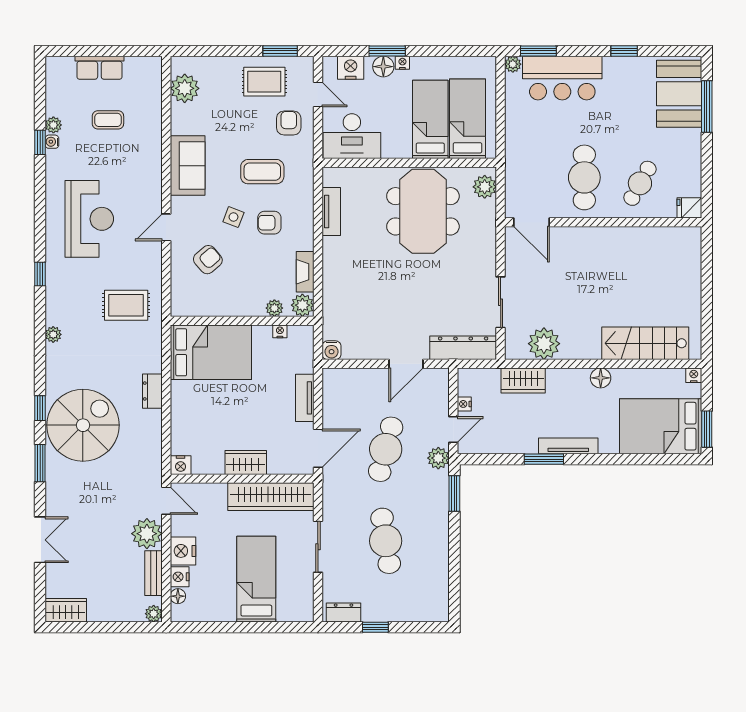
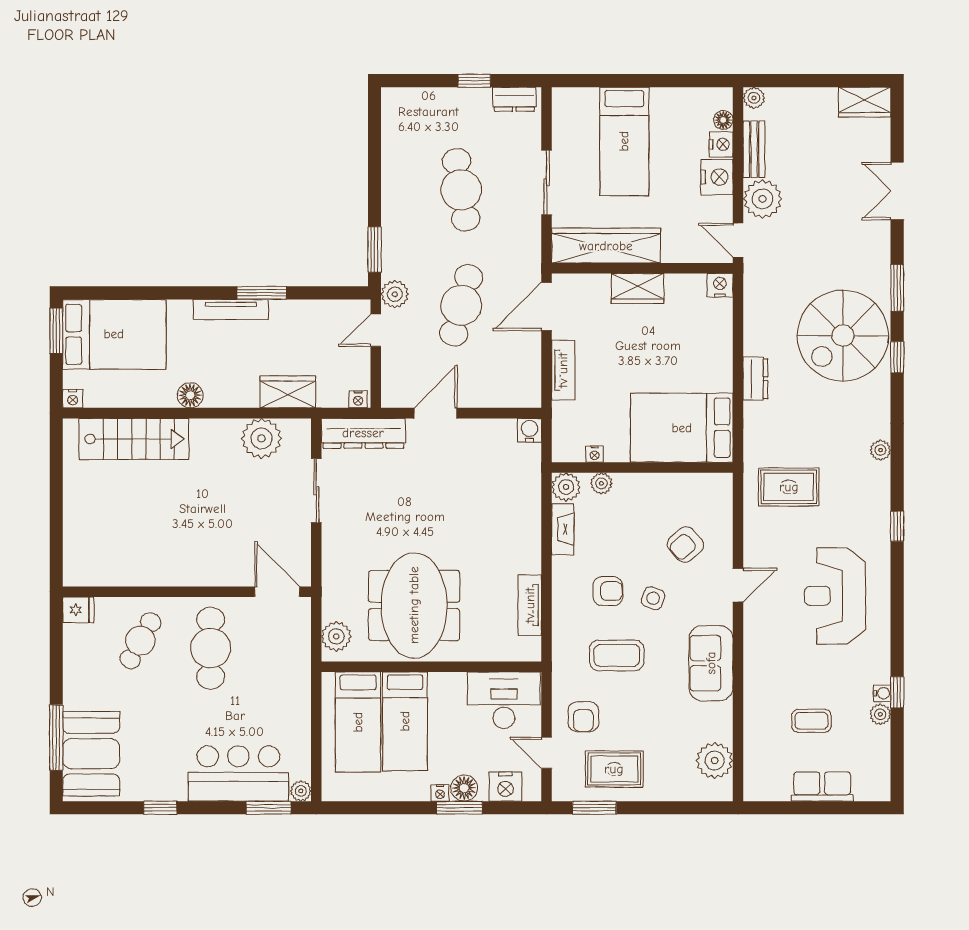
nightstand: (464, 404) -> (358, 399), moved, turned 90

